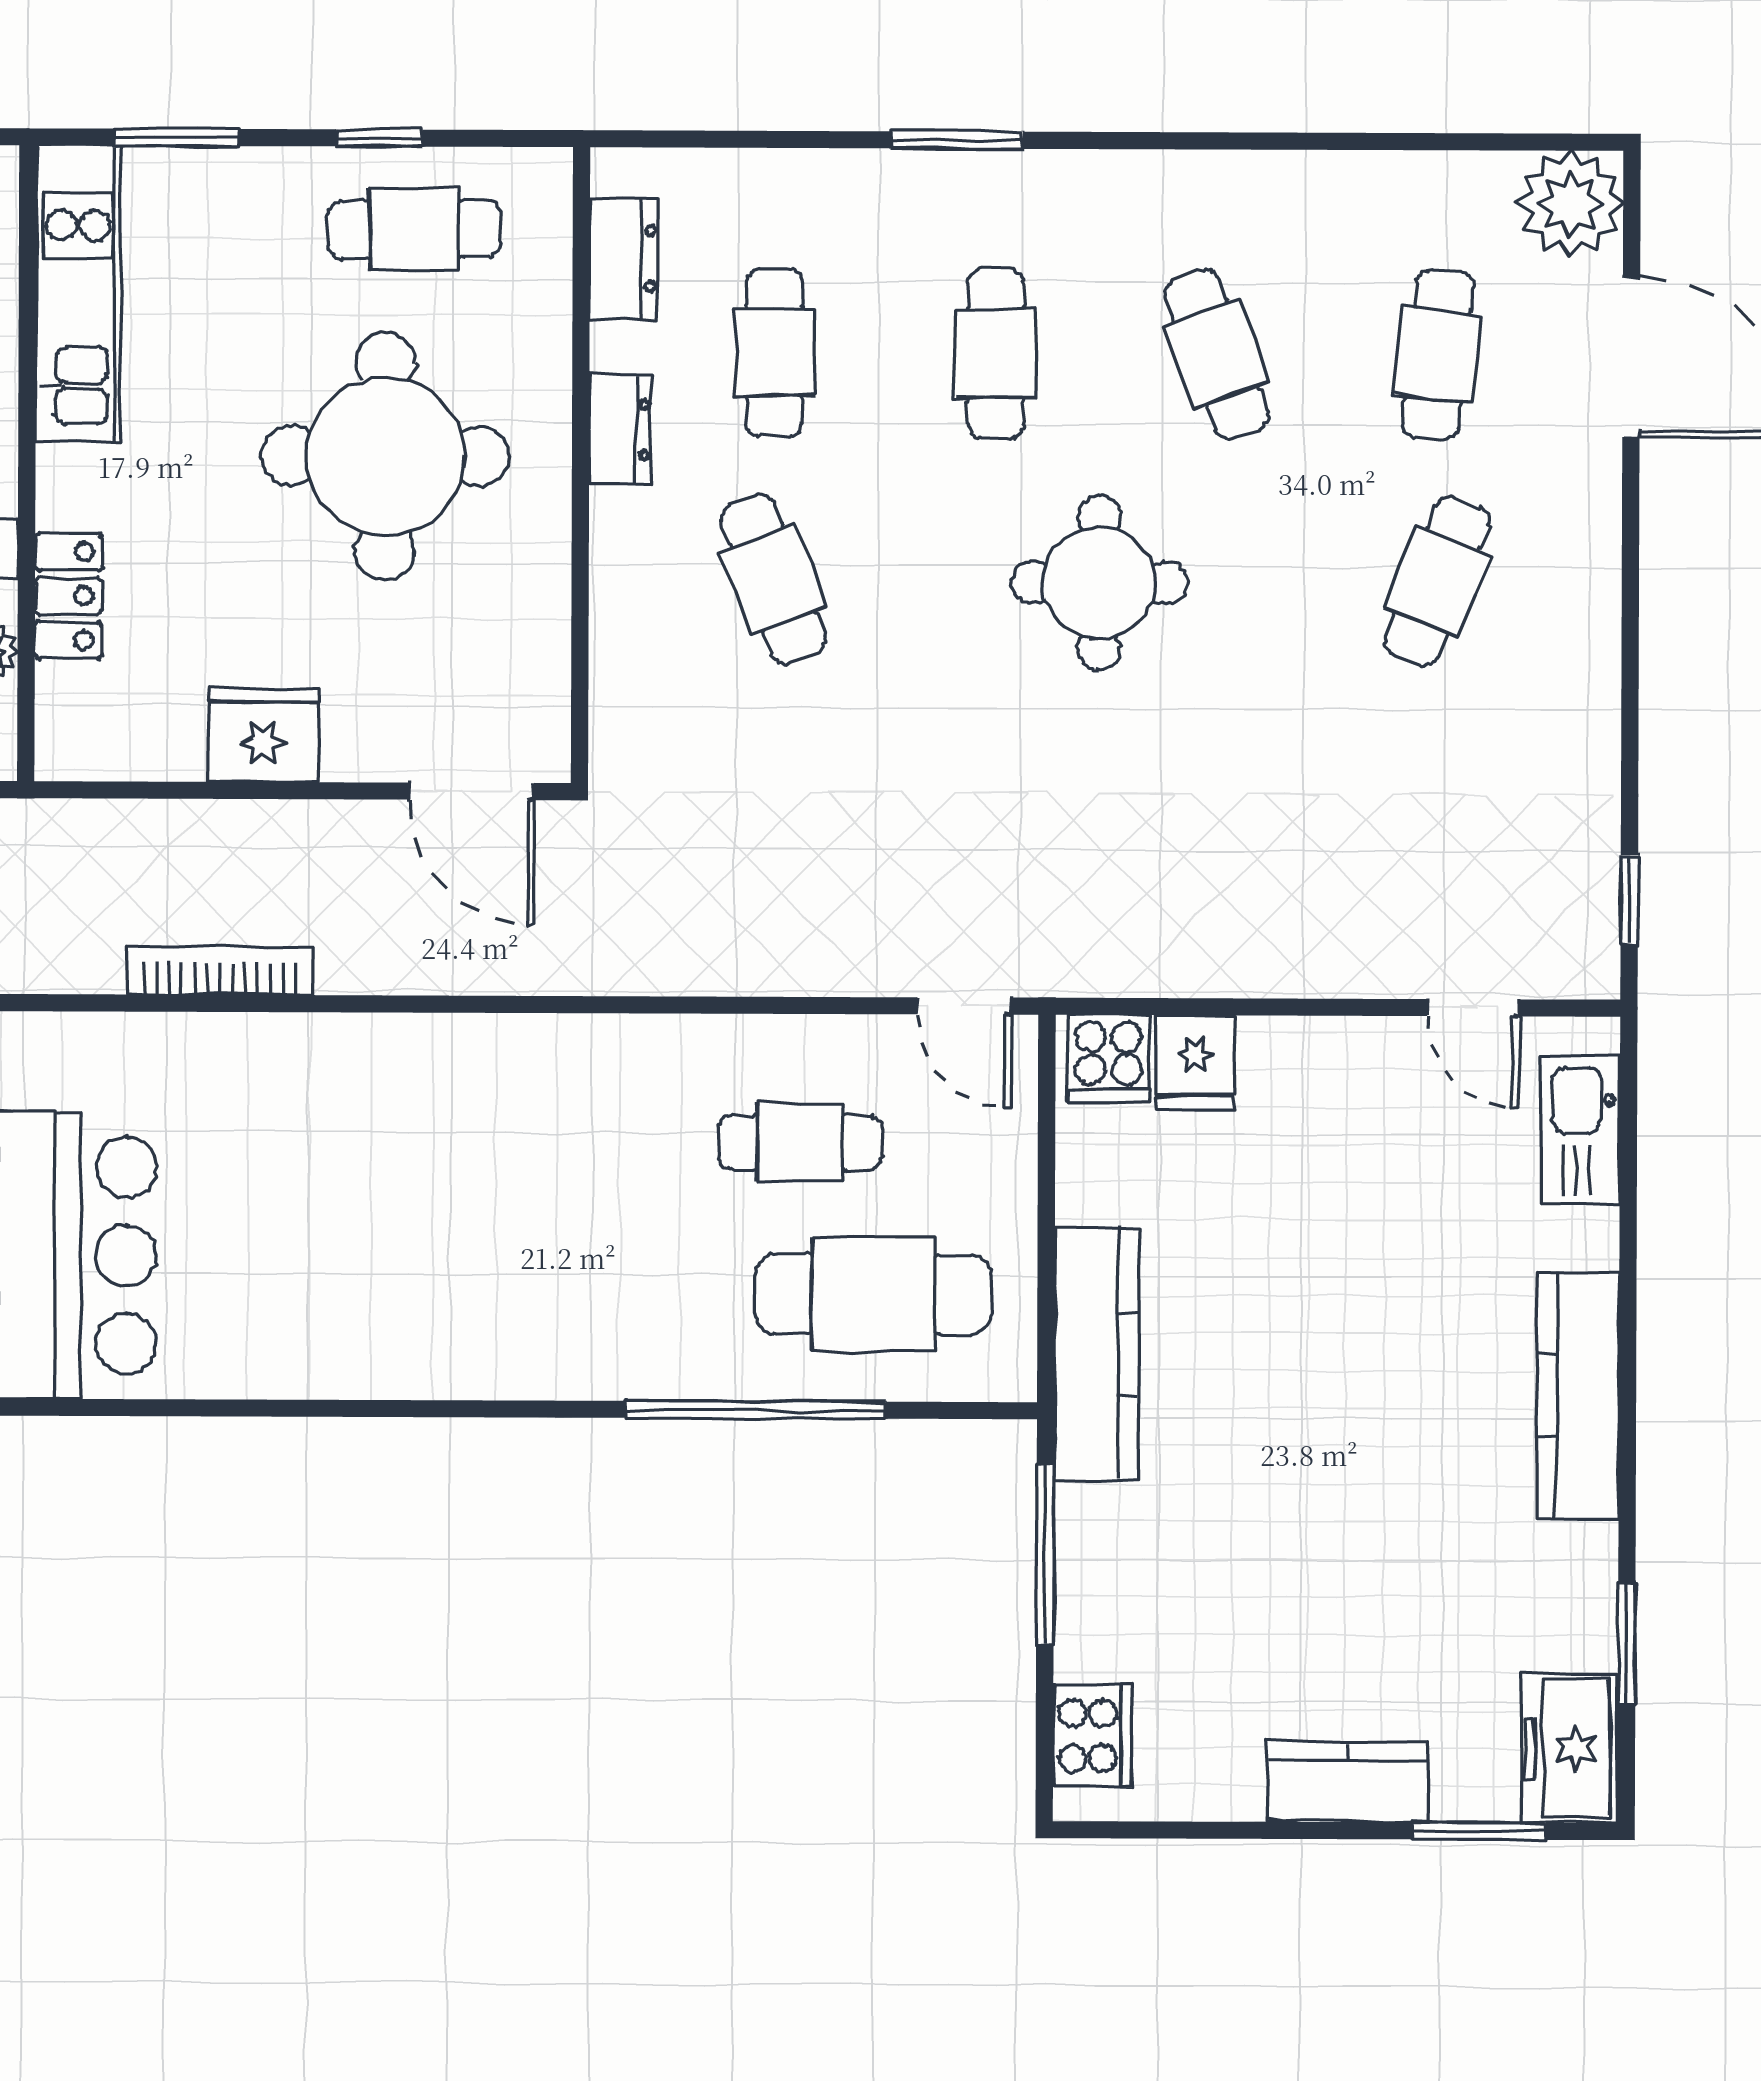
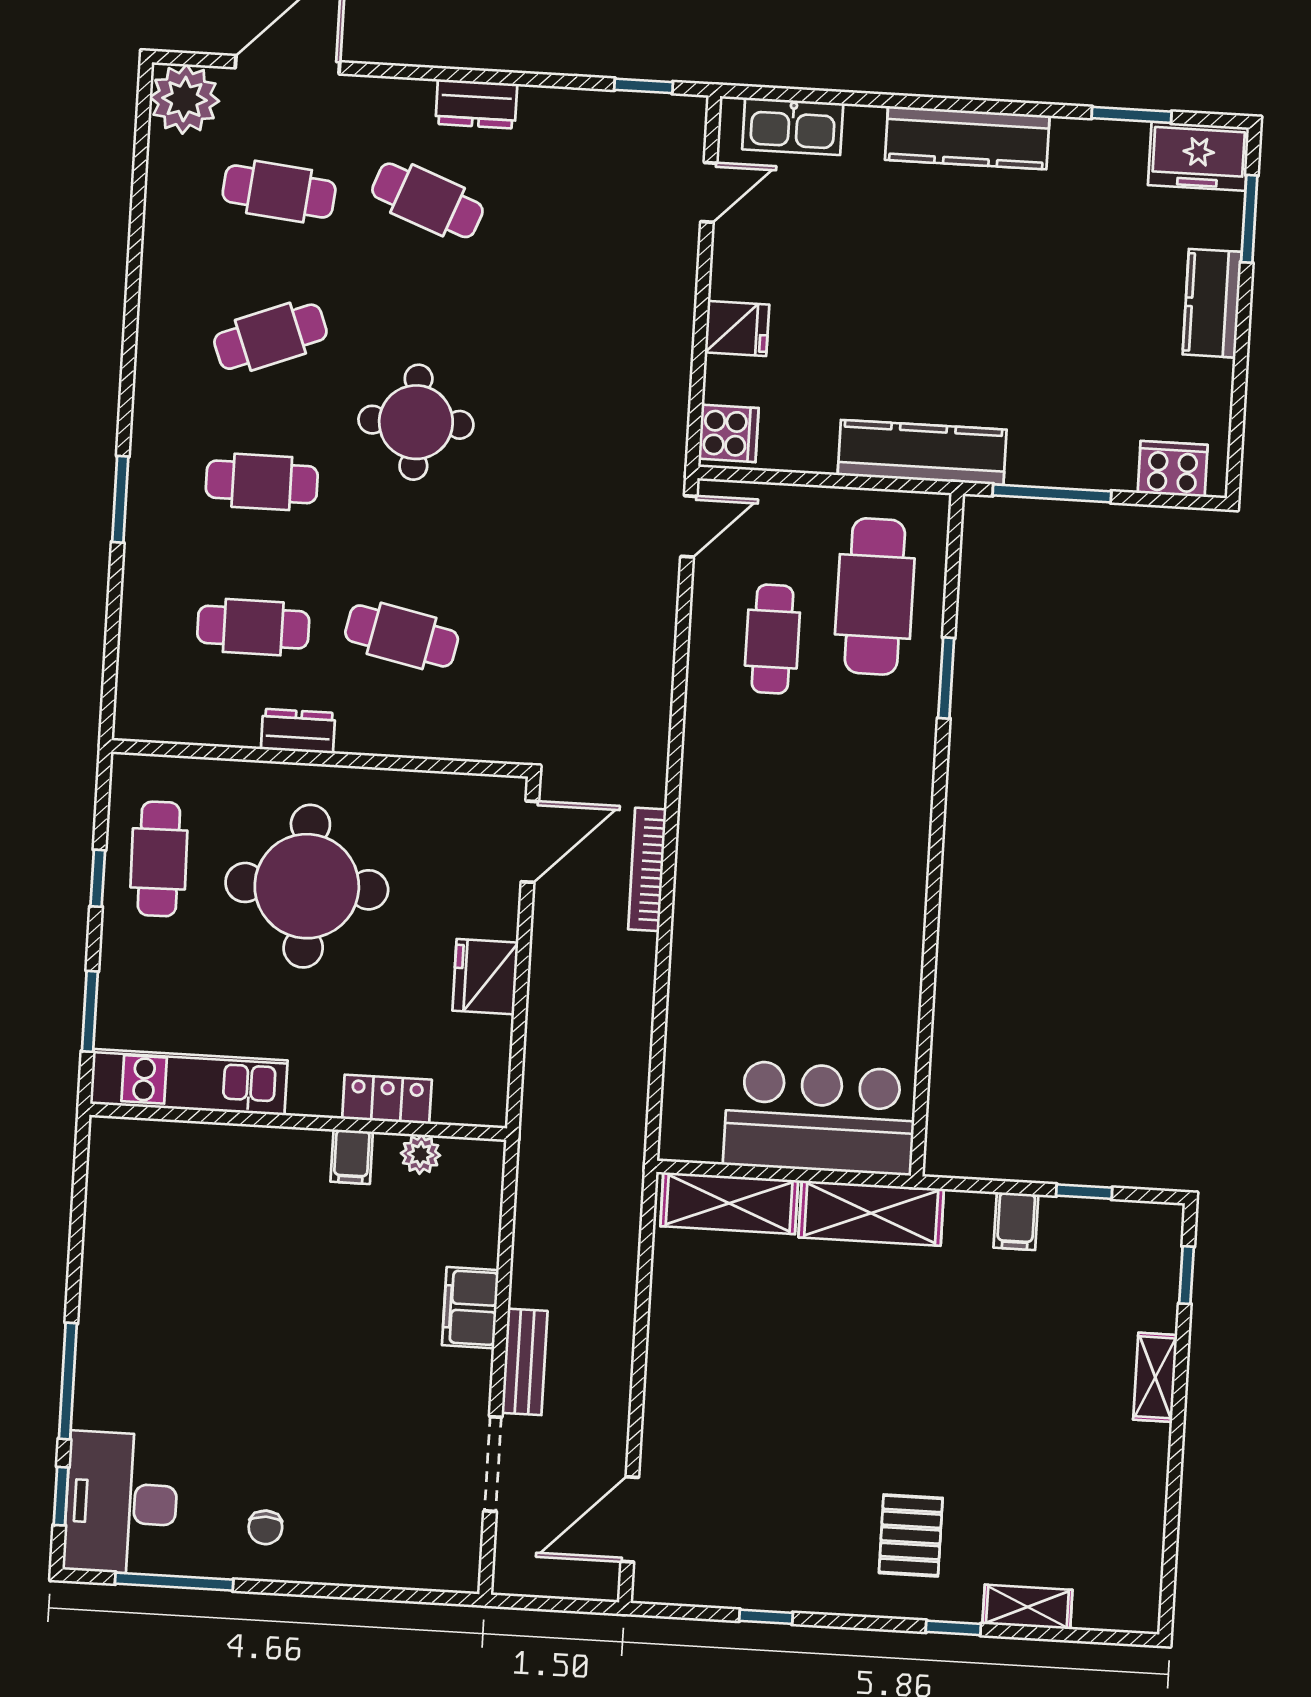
dresser: (624, 259) -> (476, 104), moved, turned 180
cafe table: (773, 579) -> (402, 636), turned 33
bookcase: (220, 971) -> (647, 869), moved
fridge: (1195, 1062) -> (737, 328), moved
window: (756, 1410) -> (946, 678), width x0.47

